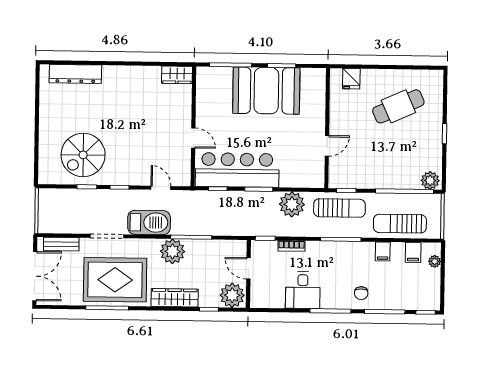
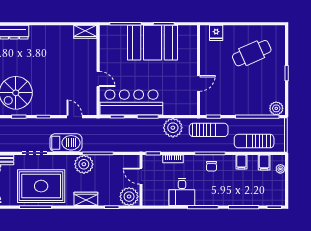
chair: (361, 293) -> (212, 166), moved
wardrobe: (175, 298) -> (86, 199), width x0.67

